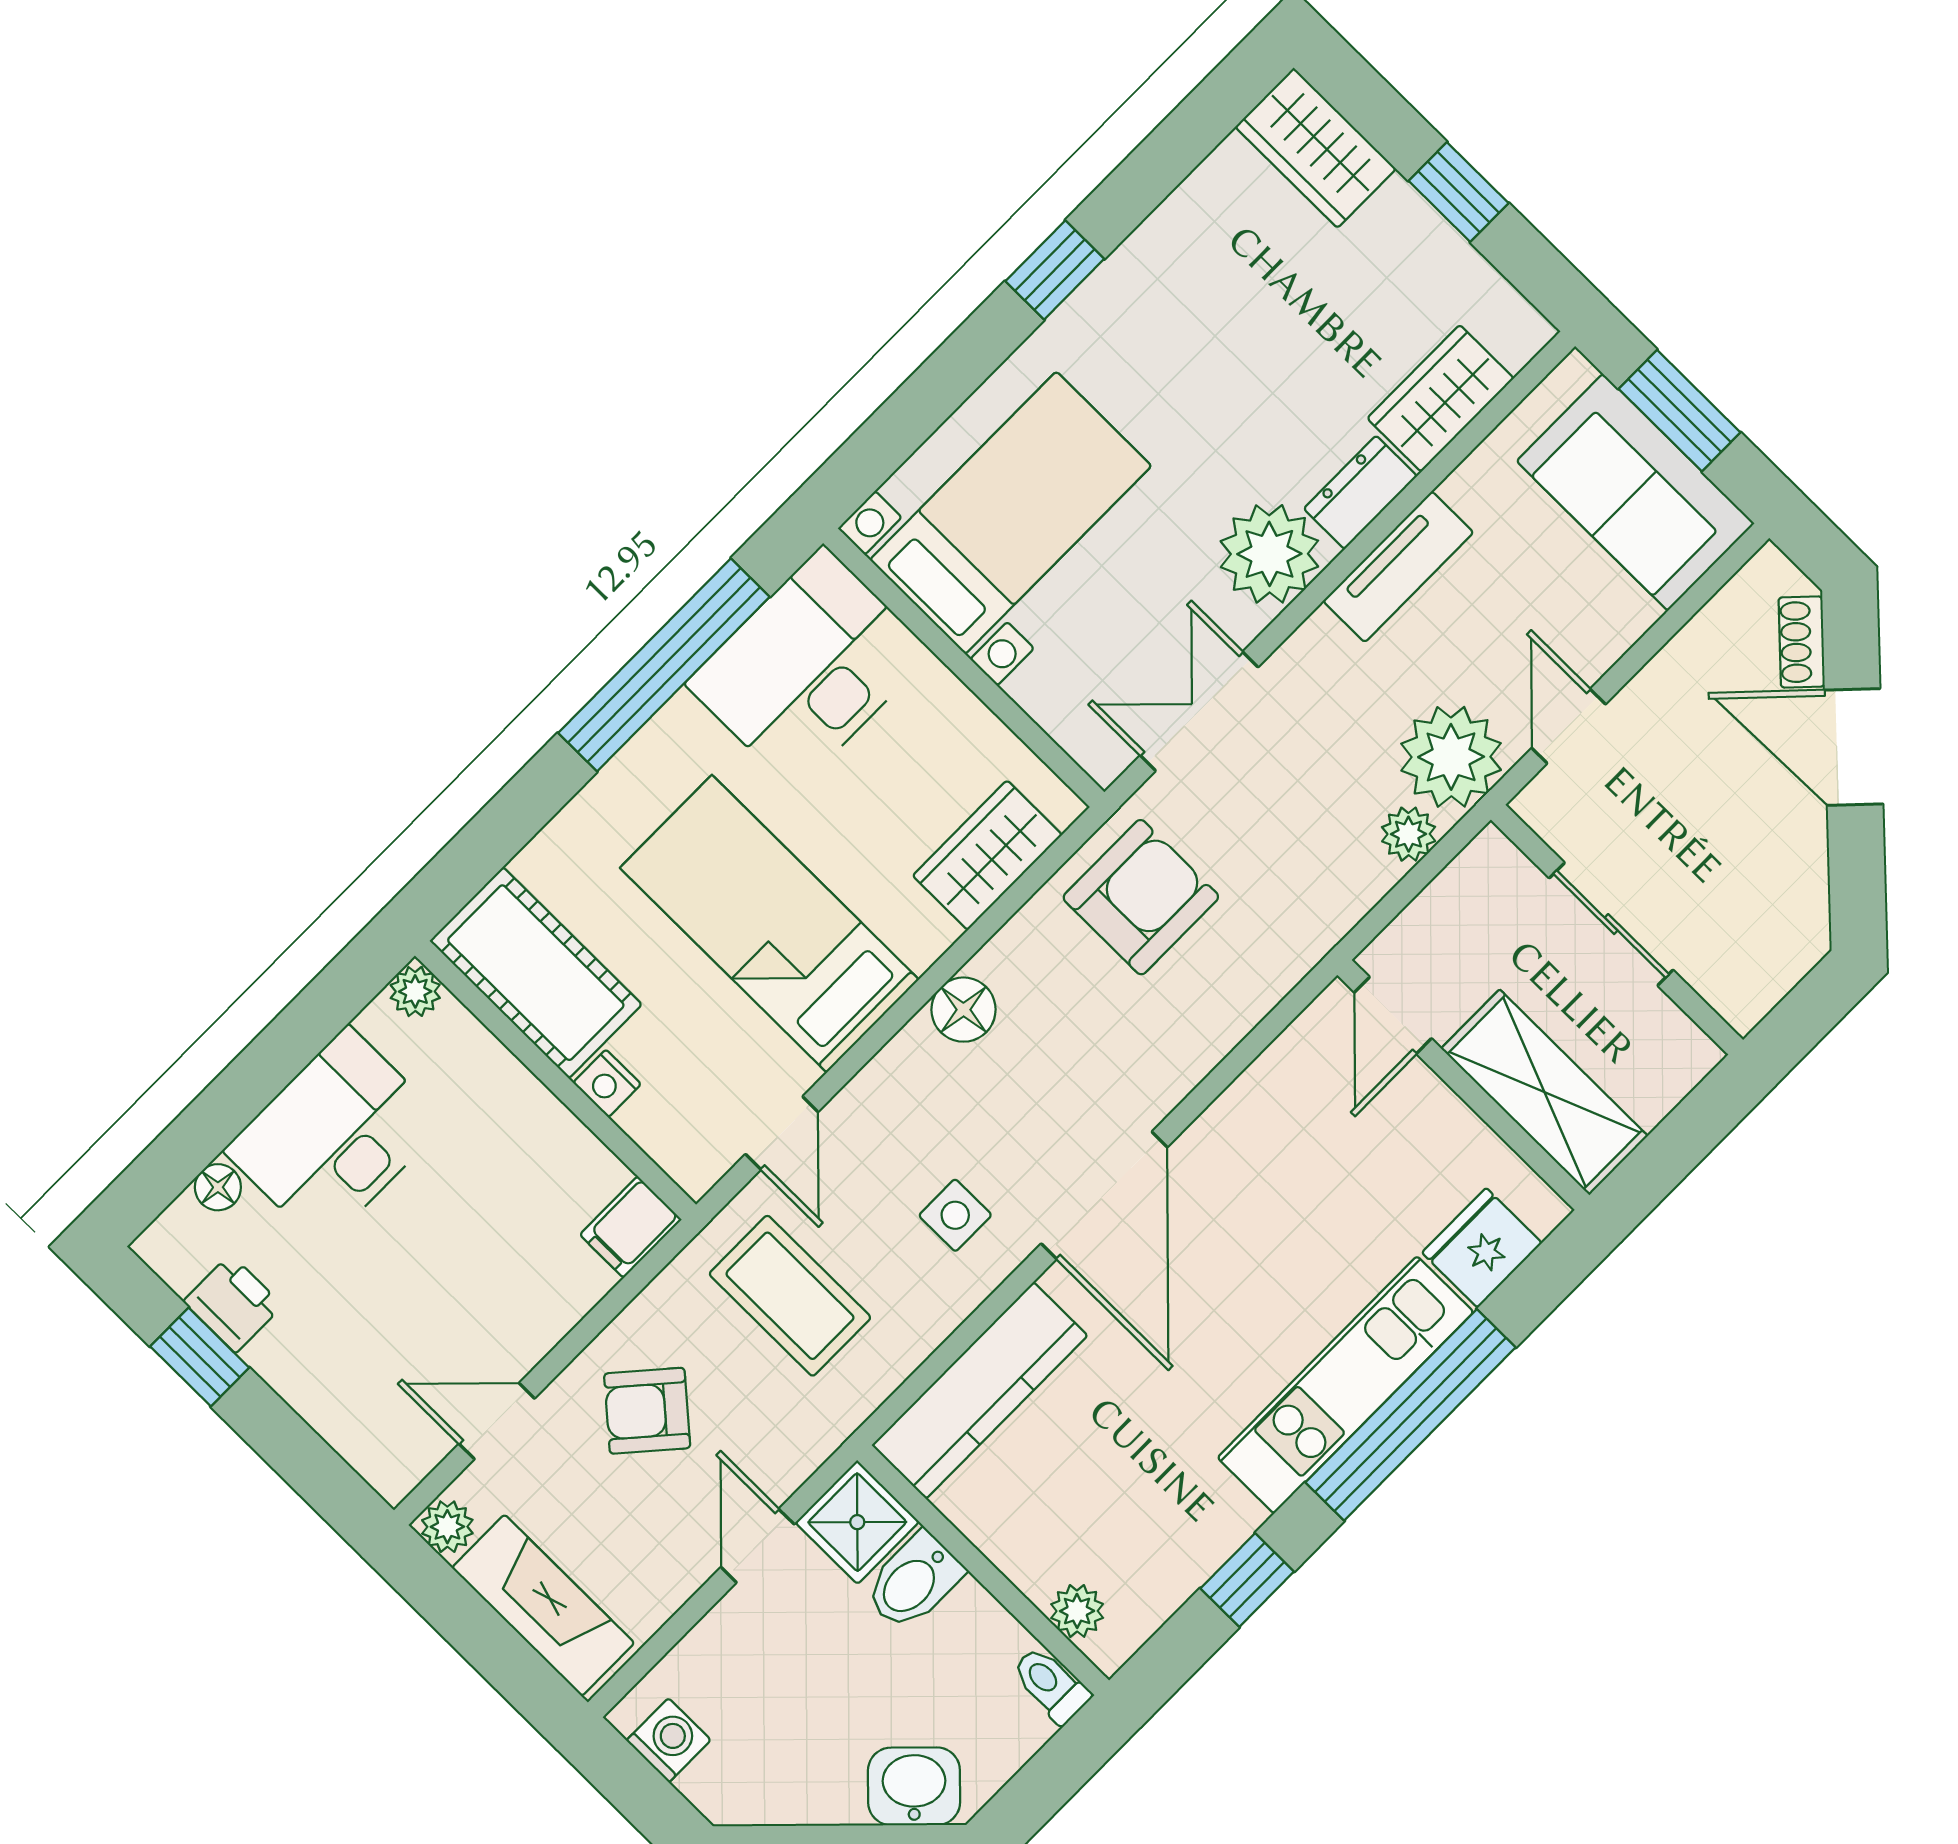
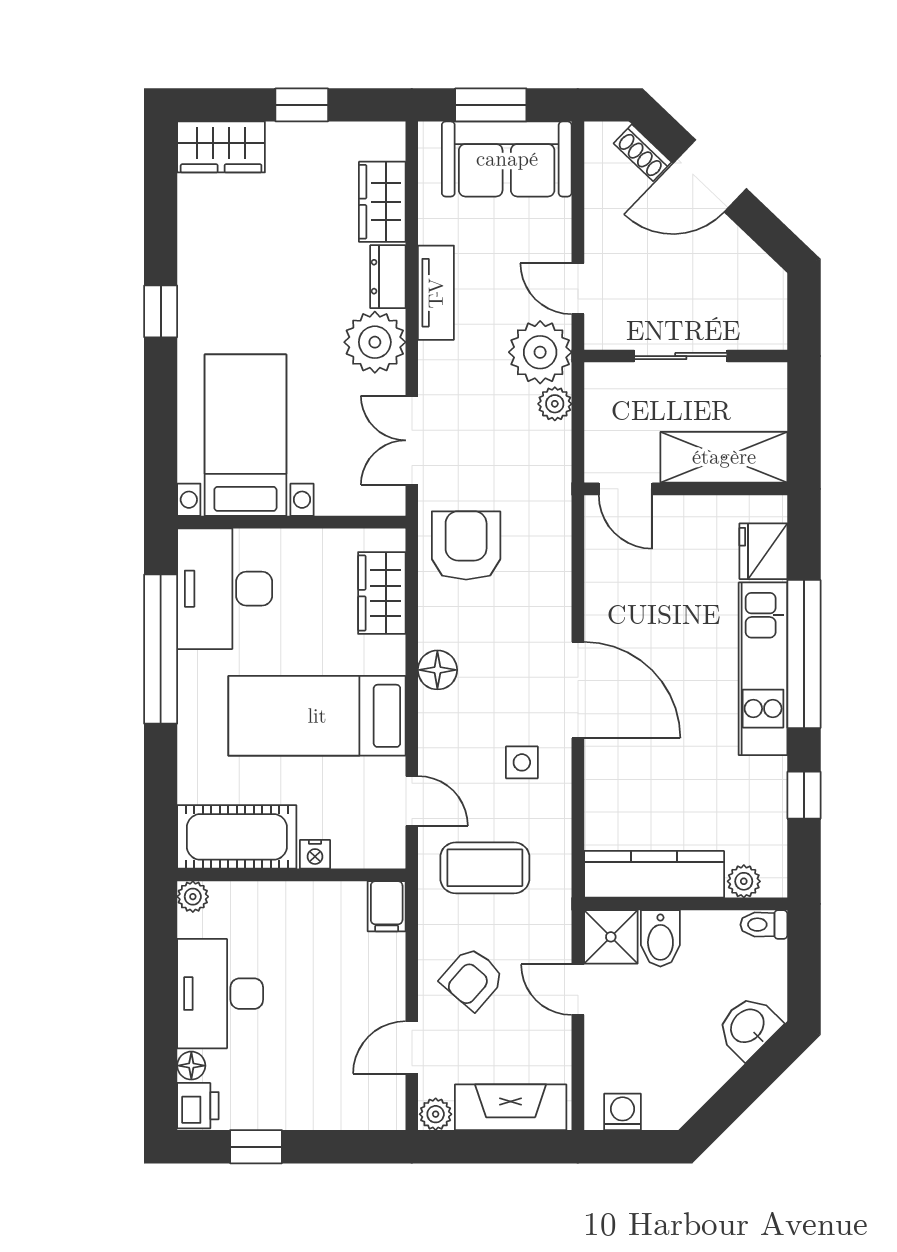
printer: (233, 1304) -> (198, 1106), moved, turned 90
kitchen counter: (980, 1390) -> (654, 874), moved, turned -90

